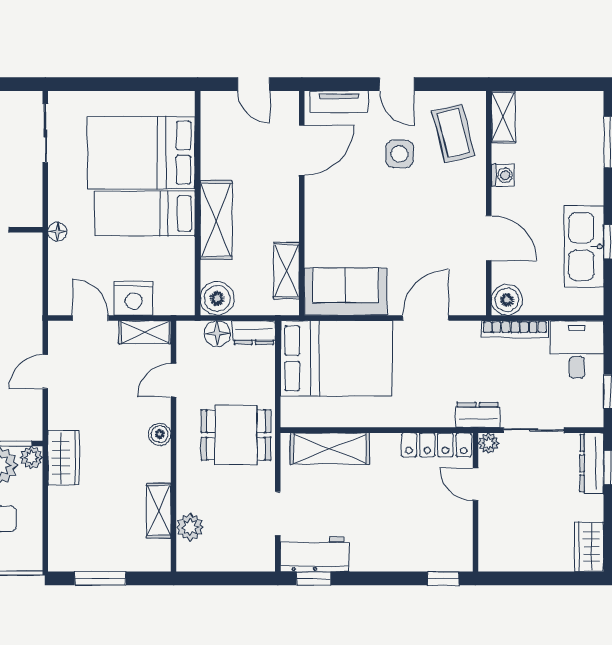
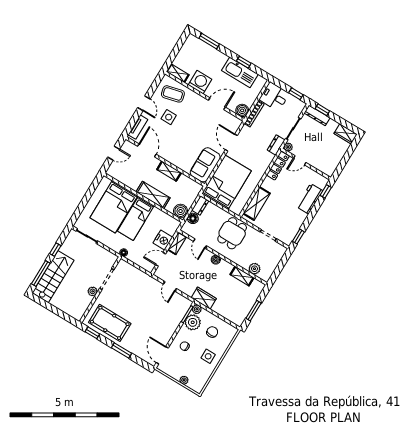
door: (397, 84) -> (144, 103), hinge flipped
washing machine: (503, 175) -> (200, 82), width x1.89, depth x1.89
shelving: (286, 271) -> (169, 171), moved
workbench: (315, 554) -> (310, 199), moved

